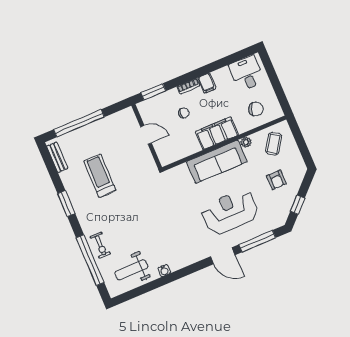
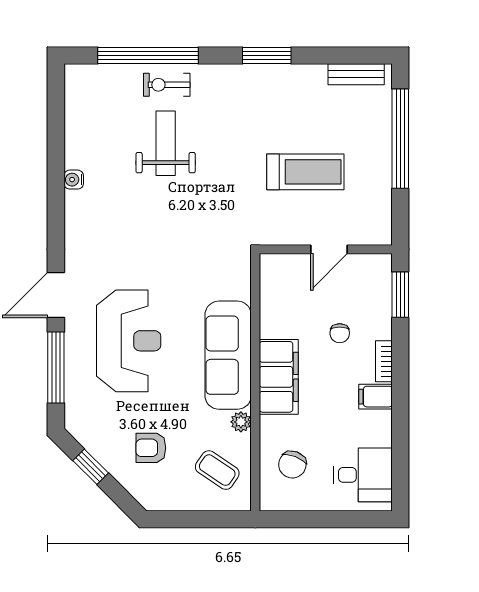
treadmill: (100, 176) -> (305, 172), moved
weight bench: (131, 270) -> (166, 143), moved

